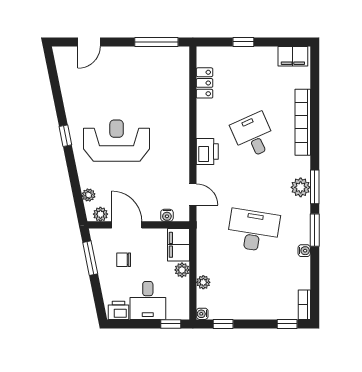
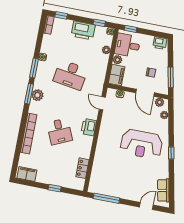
row of seats: (66, 72) -> (163, 190), added
desk: (148, 300) -> (127, 45), moved, turned -90
printer: (247, 307) -> (83, 30), added

